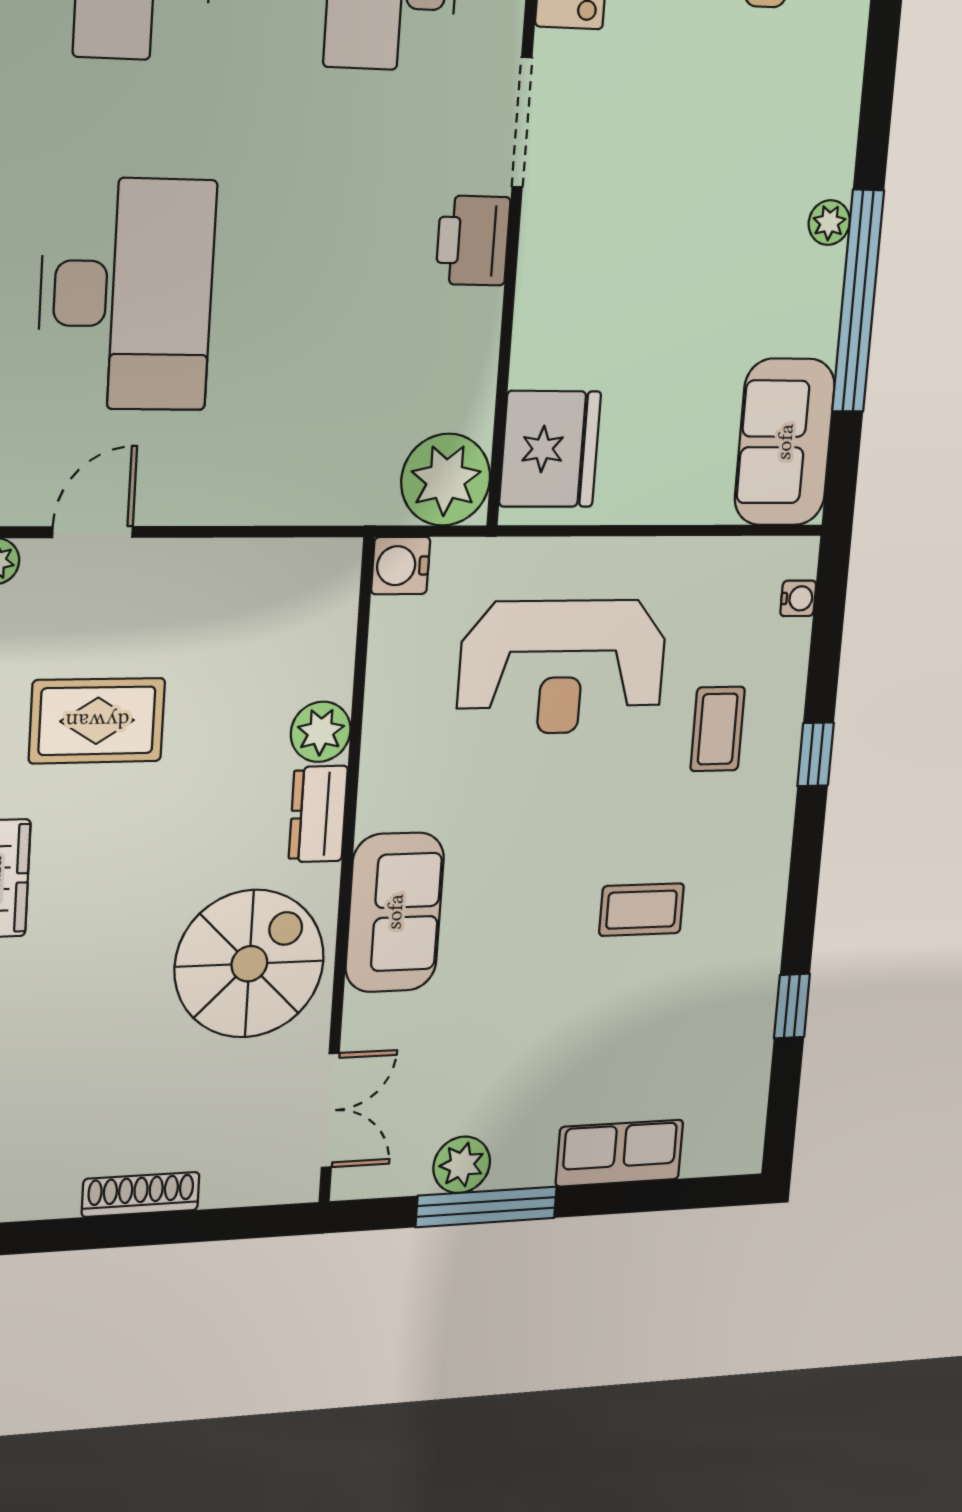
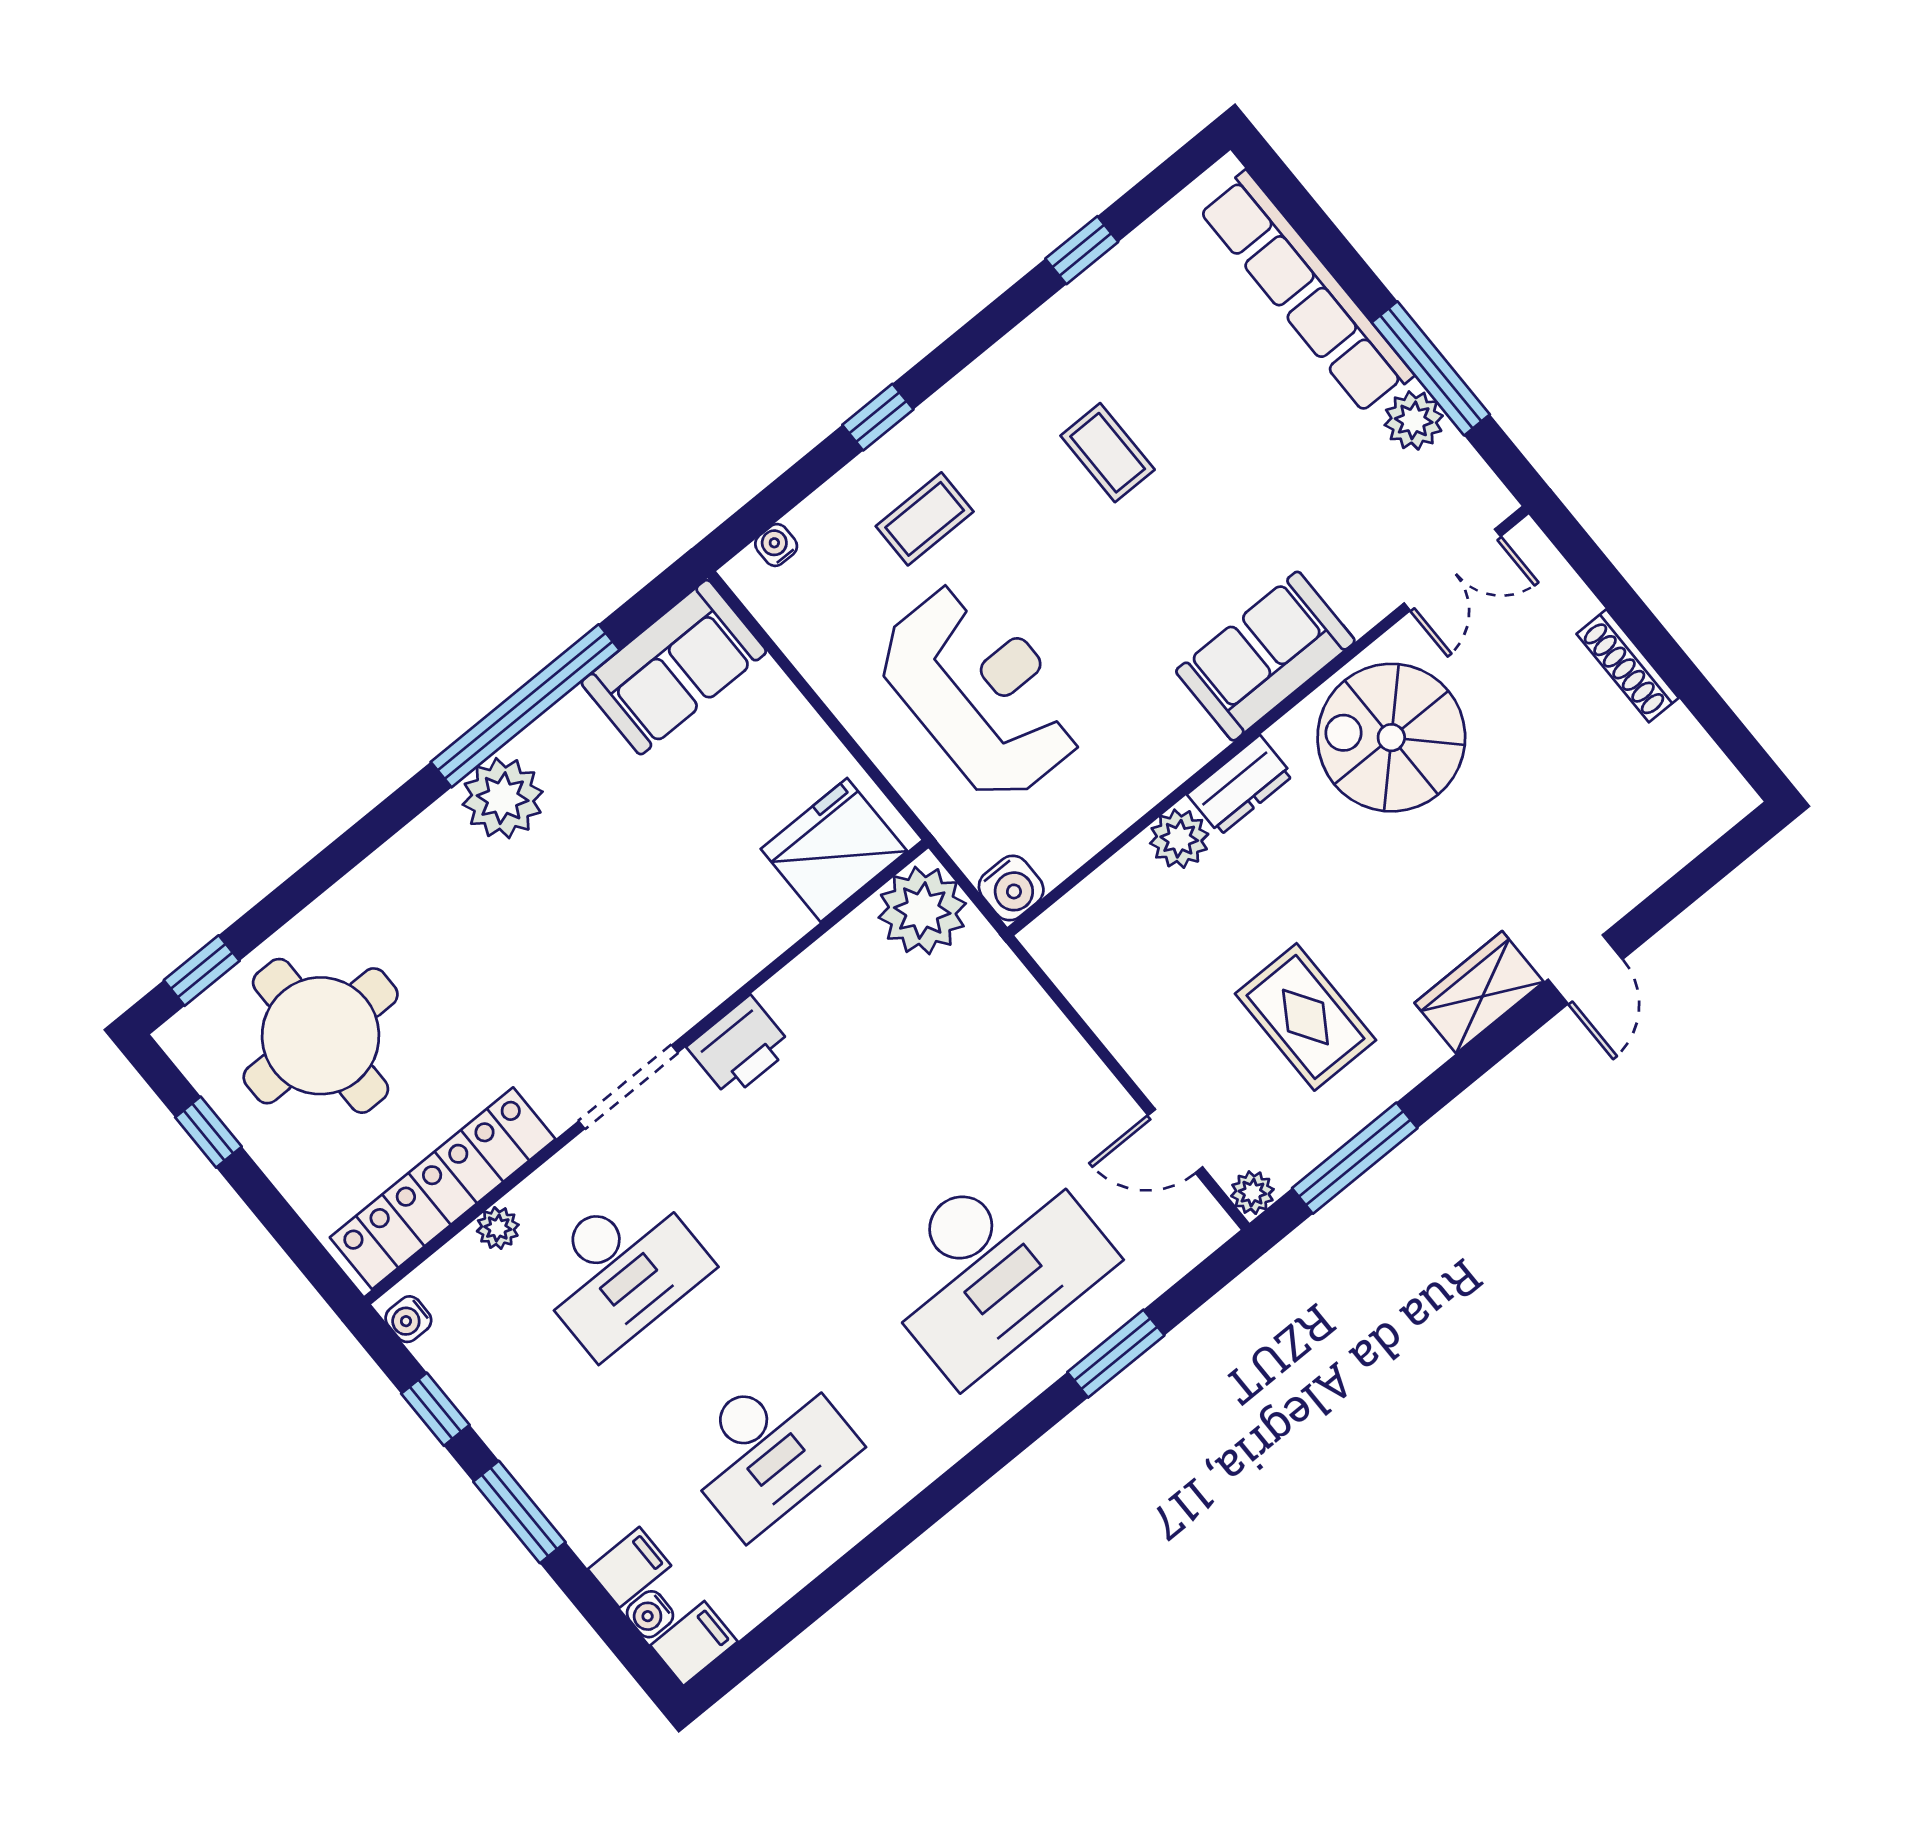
plant: (829, 223) -> (503, 798), width x1.88, depth x1.88
desk: (126, 294) -> (992, 1265), turned 180
double door: (330, 1111) -> (1452, 570), swing flipped
row of seats: (620, 1153) -> (1306, 292), width x2.02

